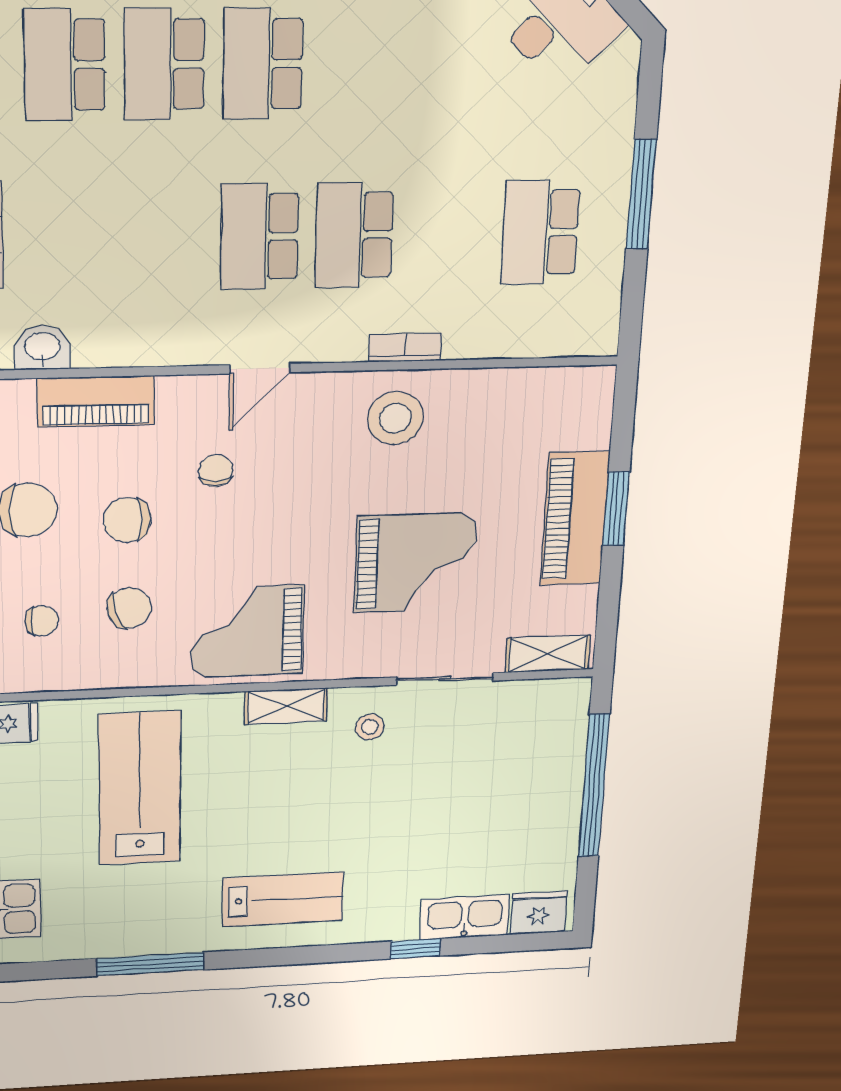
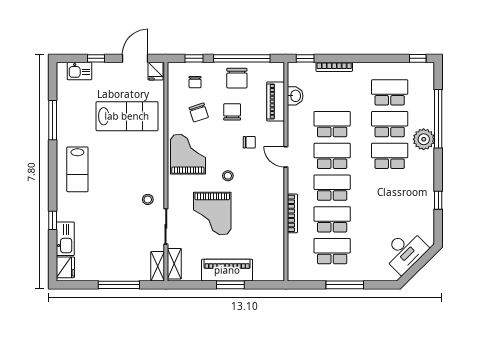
school desk: (448, 234) -> (332, 219), added
school desk: (164, 238) -> (332, 124), added
washbasin: (42, 347) -> (295, 96), moved
bookcase: (405, 347) -> (292, 213), width x1.56
stool: (395, 418) -> (228, 176), moved, width x0.53, depth x0.53
shelving: (286, 706) -> (158, 266), moved
window: (594, 786) -> (119, 285), width x0.68

